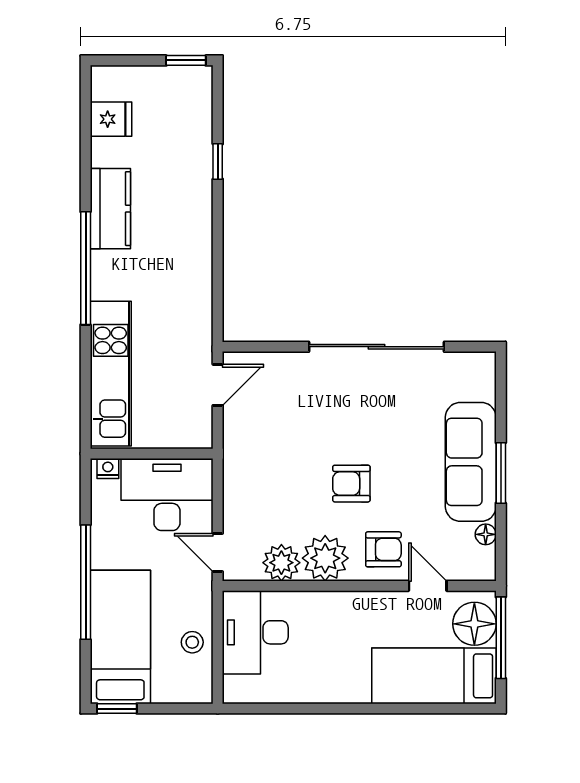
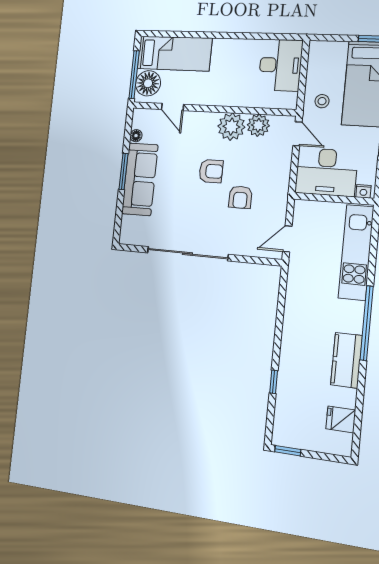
armchair: (383, 549) -> (240, 197), moved, turned -90
desk: (255, 632) -> (280, 65), moved
stool: (192, 642) -> (322, 101), moved

